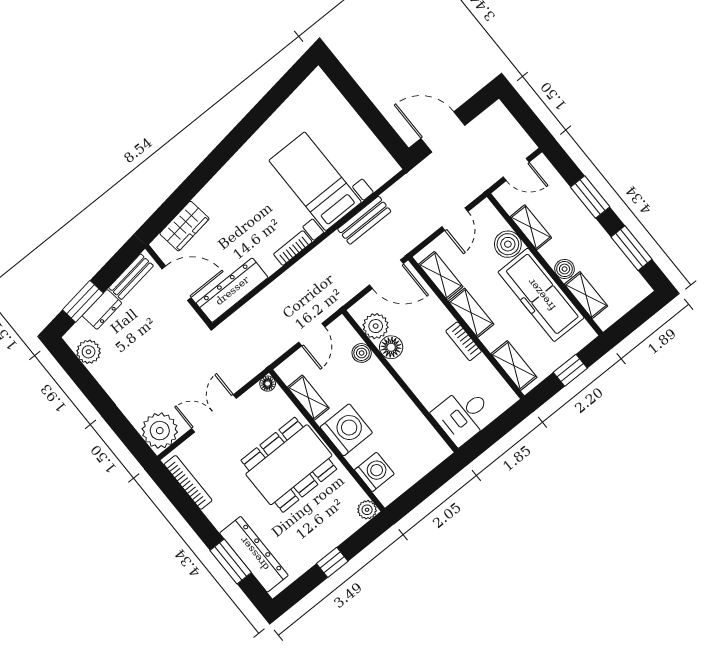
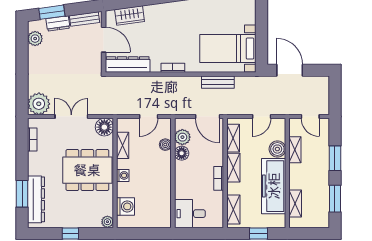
bed with nightstands: (315, 181) -> (228, 49), moved, turned -90
boiler: (565, 269) -> (295, 183), removed
floor lamp: (268, 384) -> (104, 127), width x1.89, depth x1.89
washing machine: (346, 430) -> (123, 175), width x0.53, depth x0.53
bookcase: (188, 482) -> (32, 140), width x0.64

